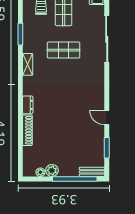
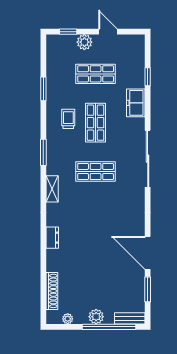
door: (107, 117) -> (148, 253), width x1.88
shoe rack: (27, 130) -> (52, 291), moved
plant: (52, 170) -> (96, 317), moved

